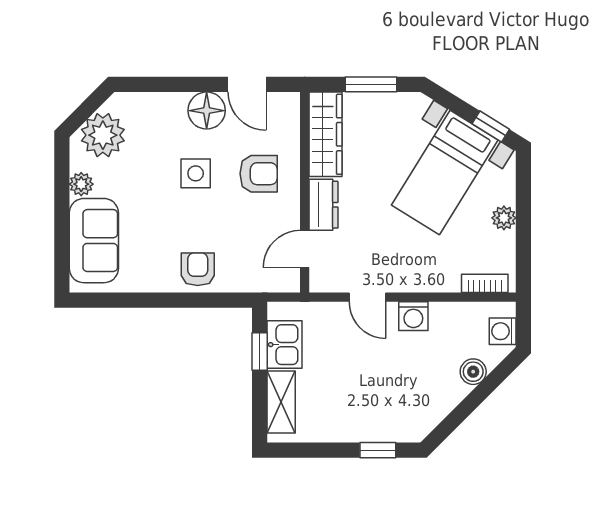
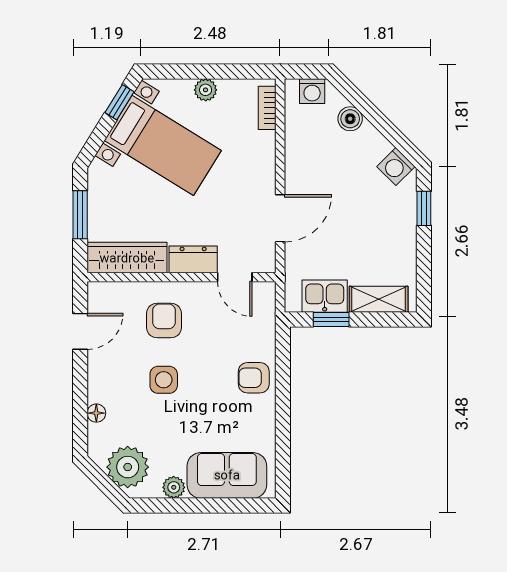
floor lamp: (207, 111) -> (96, 413), moved, width x0.53, depth x0.53
door: (367, 297) -> (280, 218), width x1.38
washing machine: (413, 316) -> (396, 167), moved, turned 135

